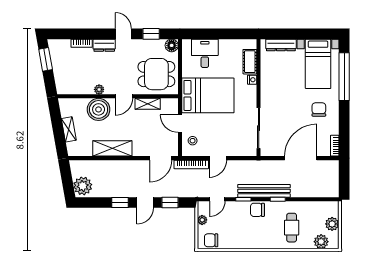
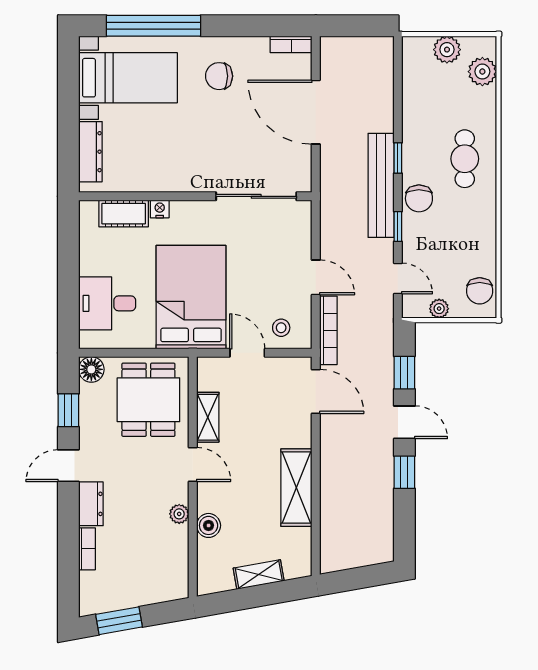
boiler: (99, 109) -> (209, 525), width x0.54, depth x0.54
door: (180, 124) -> (247, 353), swing flipped
plant: (83, 186) -> (371, 547), removed
cafe table: (292, 228) -> (465, 159), moved, turned 90

